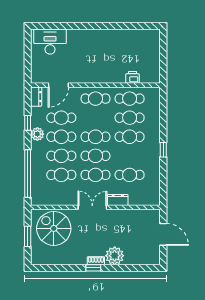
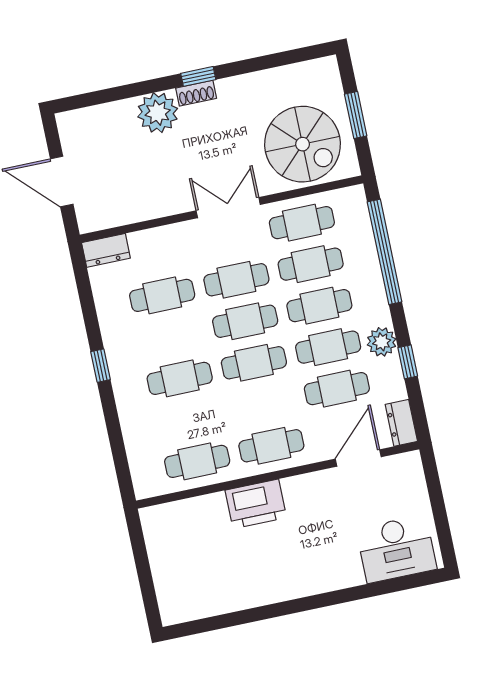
printer: (133, 77) -> (256, 504), moved, width x1.87, depth x1.48
cafe table: (130, 118) -> (302, 223), moved
dresser: (118, 200) -> (106, 250), moved
double door: (92, 207) -> (228, 208), swing flipped

